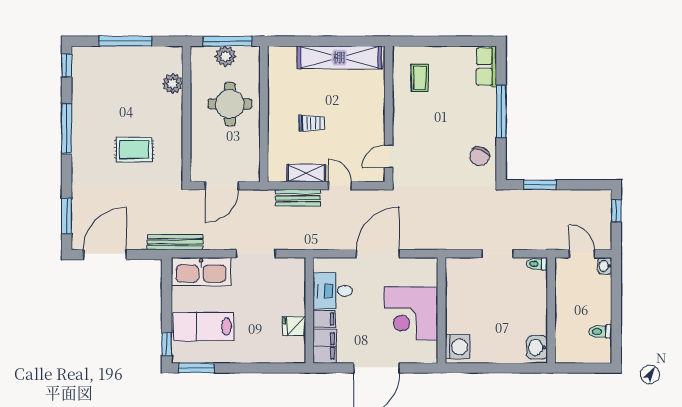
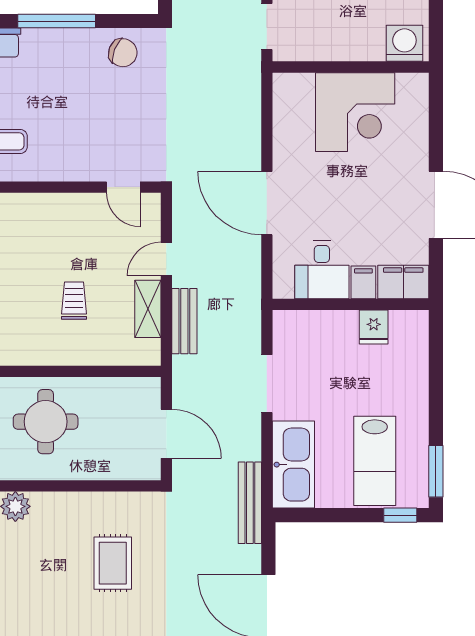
wall: (442, 310) -> (351, 67), moved
corner desk: (411, 313) -> (355, 112), moved
washing machine: (458, 347) -> (404, 43), moved

